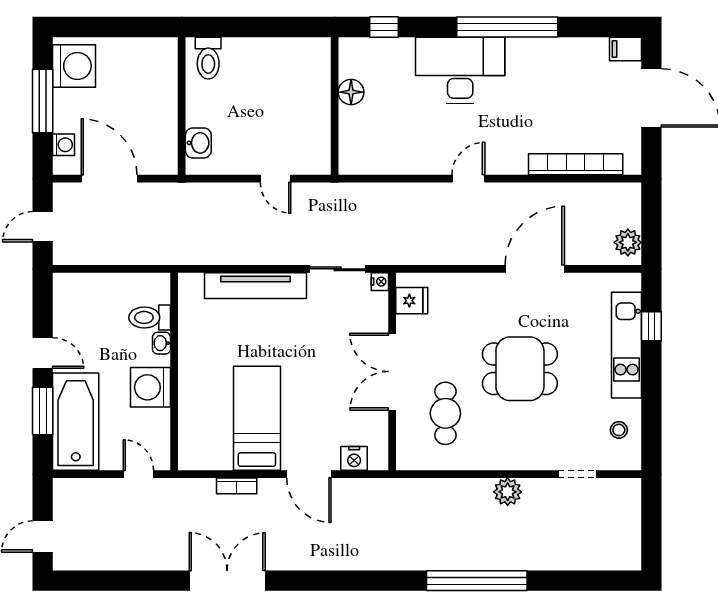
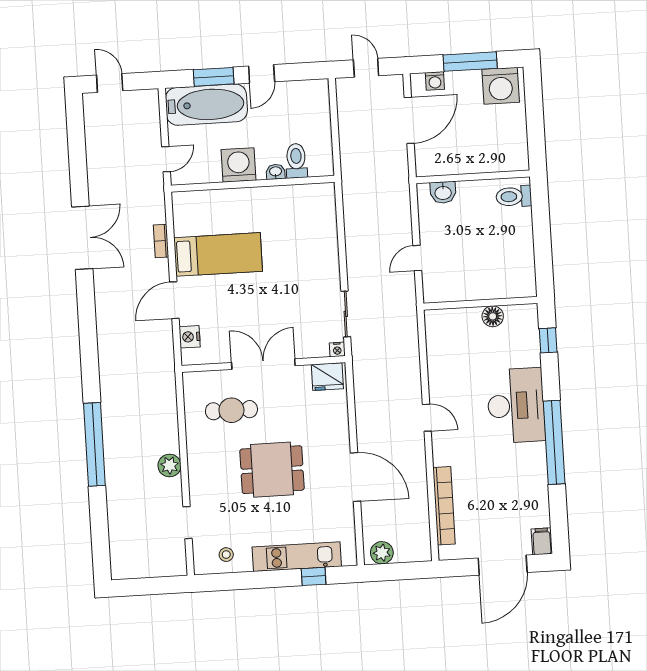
tv unit: (255, 286) -> (328, 247), removed
fridge: (412, 301) -> (327, 377), width x1.38
dining table: (520, 369) -> (272, 470), turned 90

